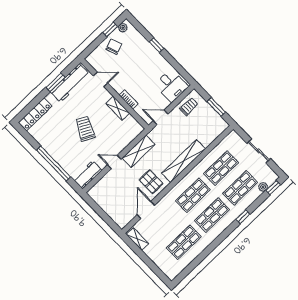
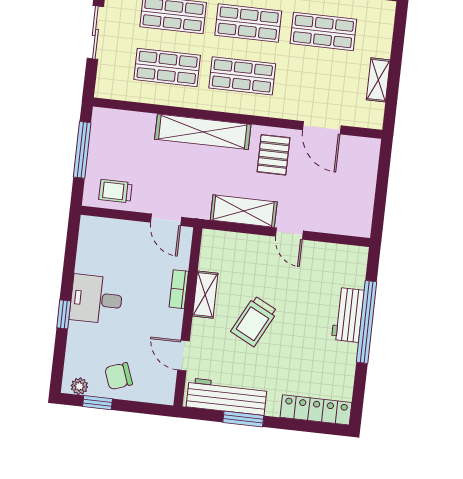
desk: (171, 86) -> (96, 299), moved, turned -90
window: (216, 107) -> (82, 150), width x1.44
trolley: (85, 129) -> (254, 321), moved
workbench: (87, 175) -> (348, 315), moved, turned 90
door: (146, 210) -> (322, 128), hinge flipped
shelving: (137, 239) -> (378, 80), moved

